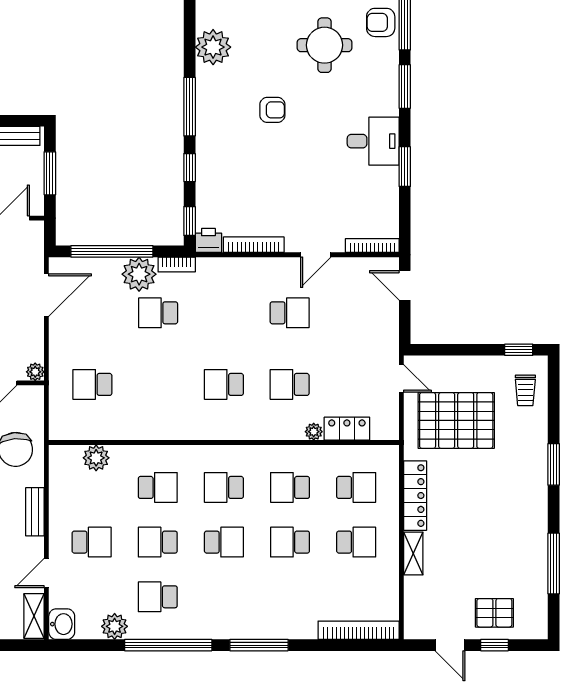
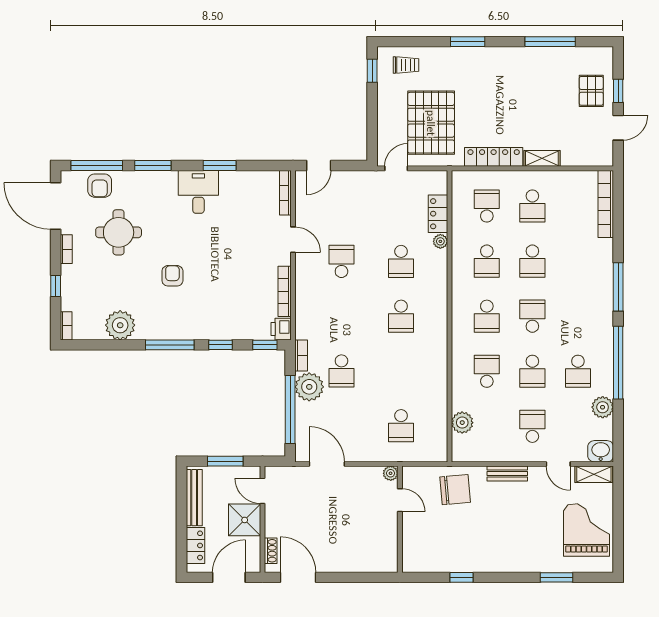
school desk: (356, 542) -> (532, 206), turned 180

